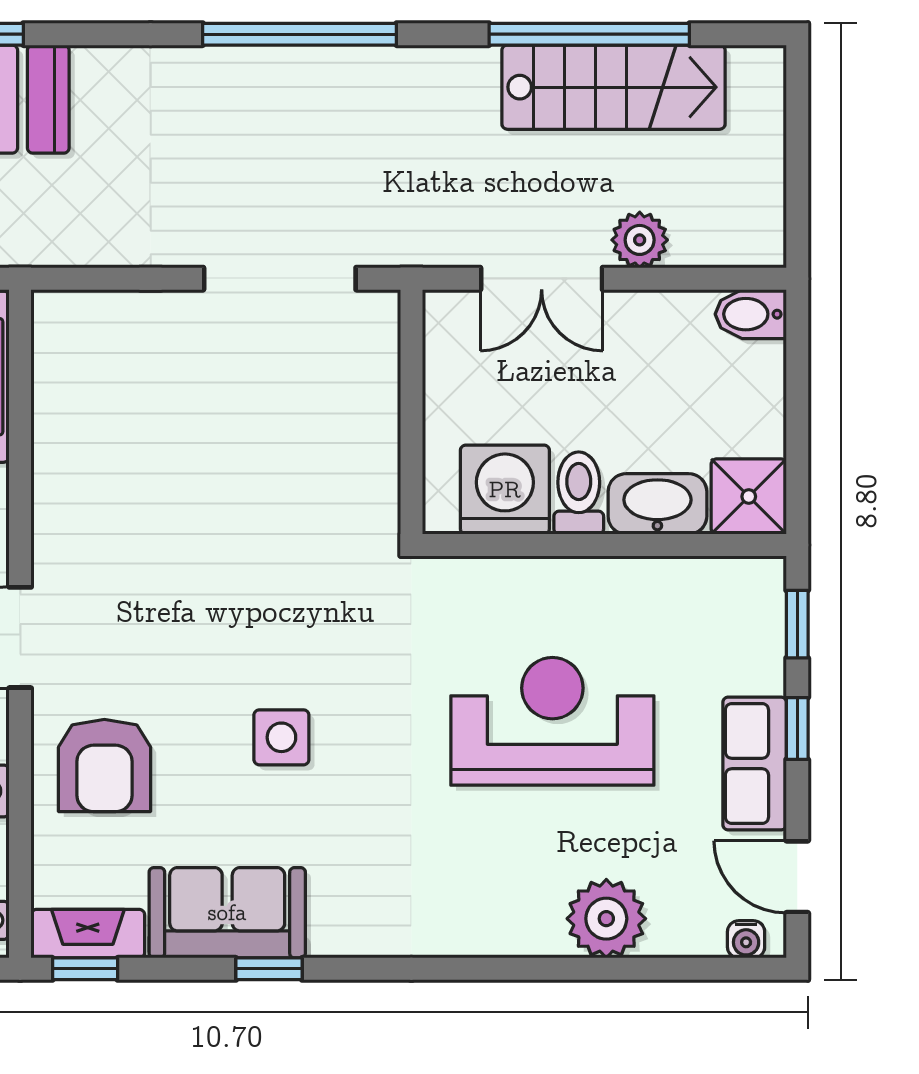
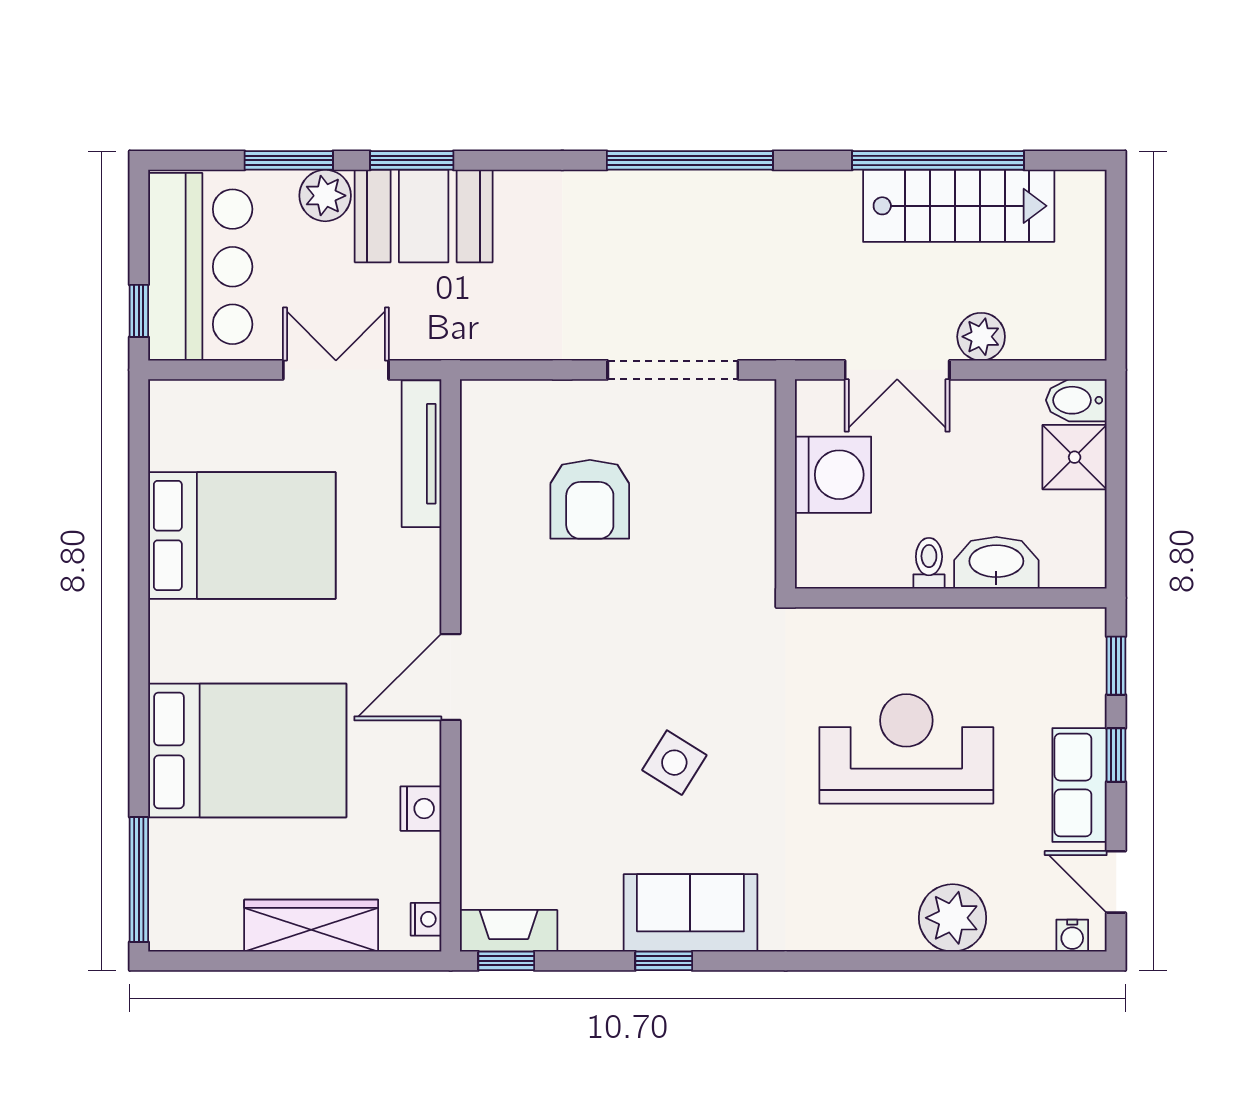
washing machine: (505, 490) -> (833, 475), moved, turned 90
toilet: (579, 493) -> (929, 563), width x0.73, depth x0.72
shower: (749, 497) -> (1075, 457), moved
side table: (281, 737) -> (674, 763), turned 32
armchair: (104, 765) -> (590, 499), moved
sofa: (227, 913) -> (690, 913), moved

